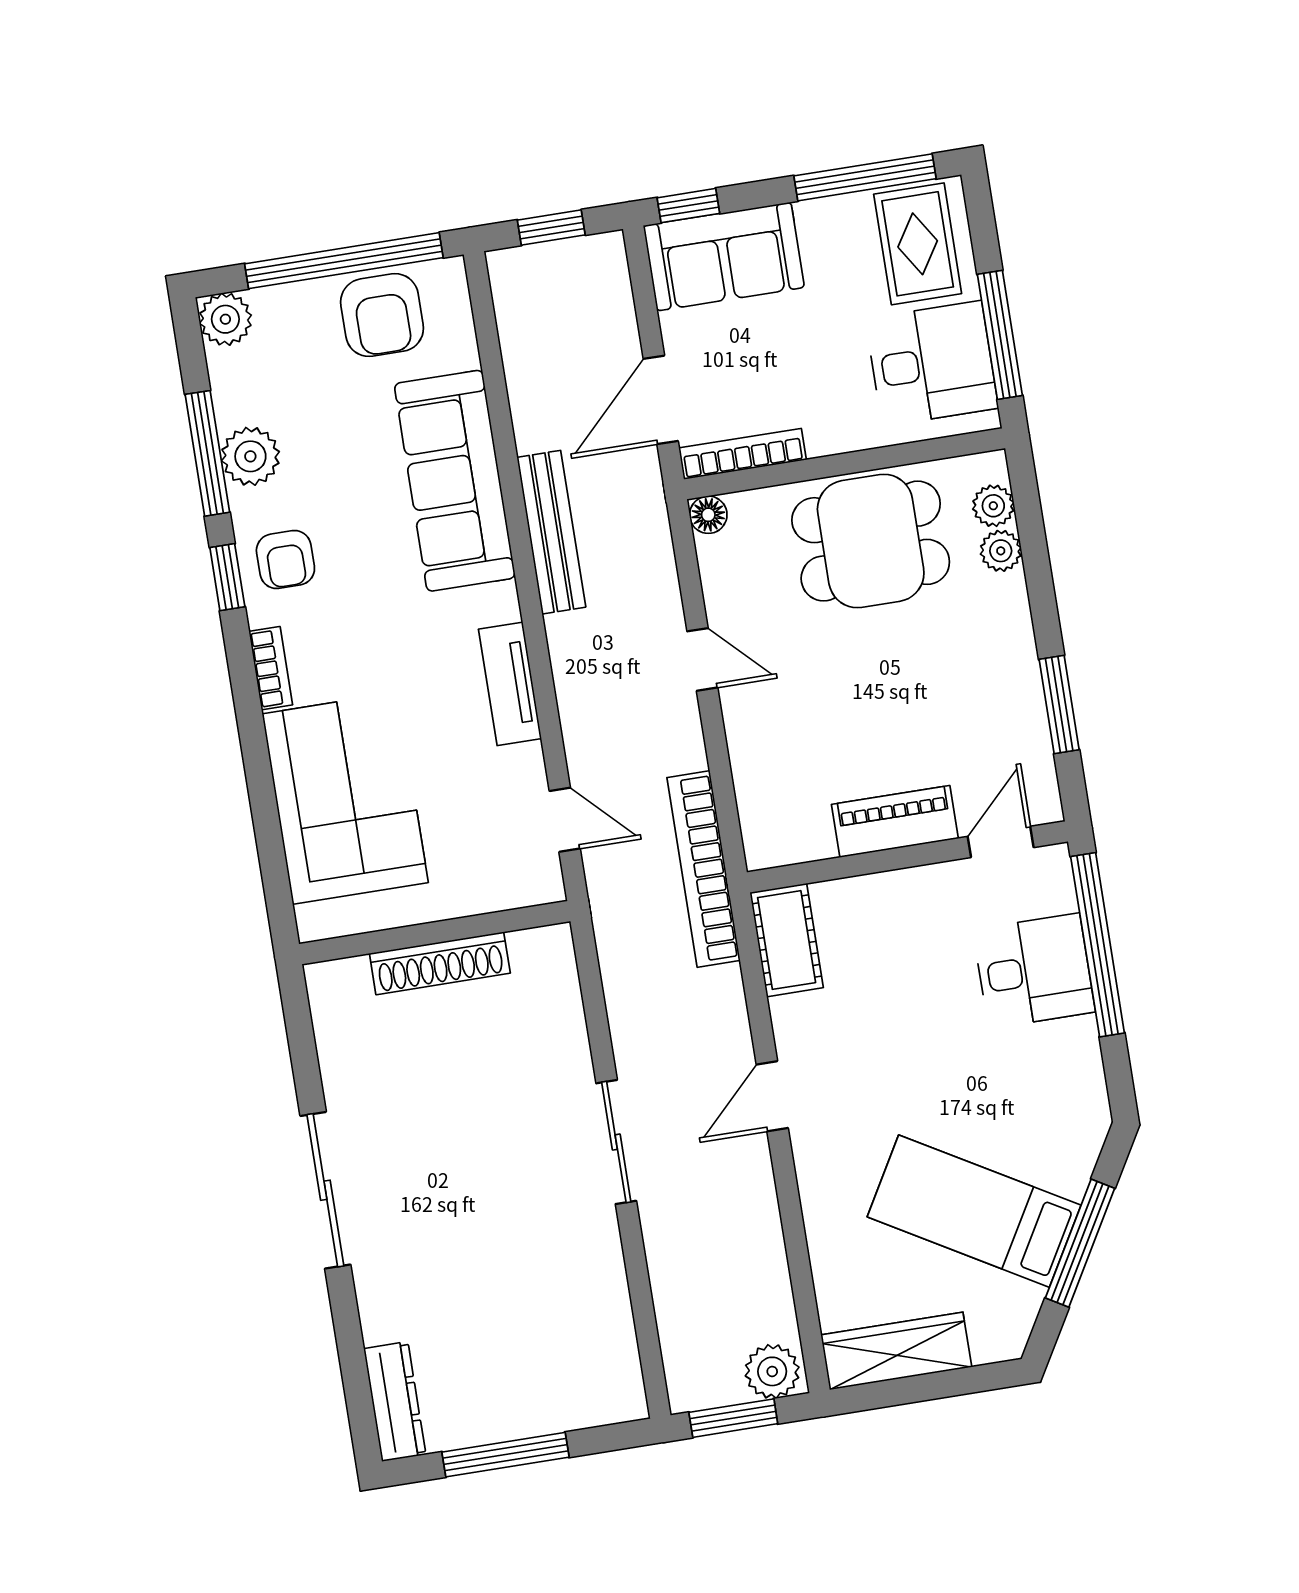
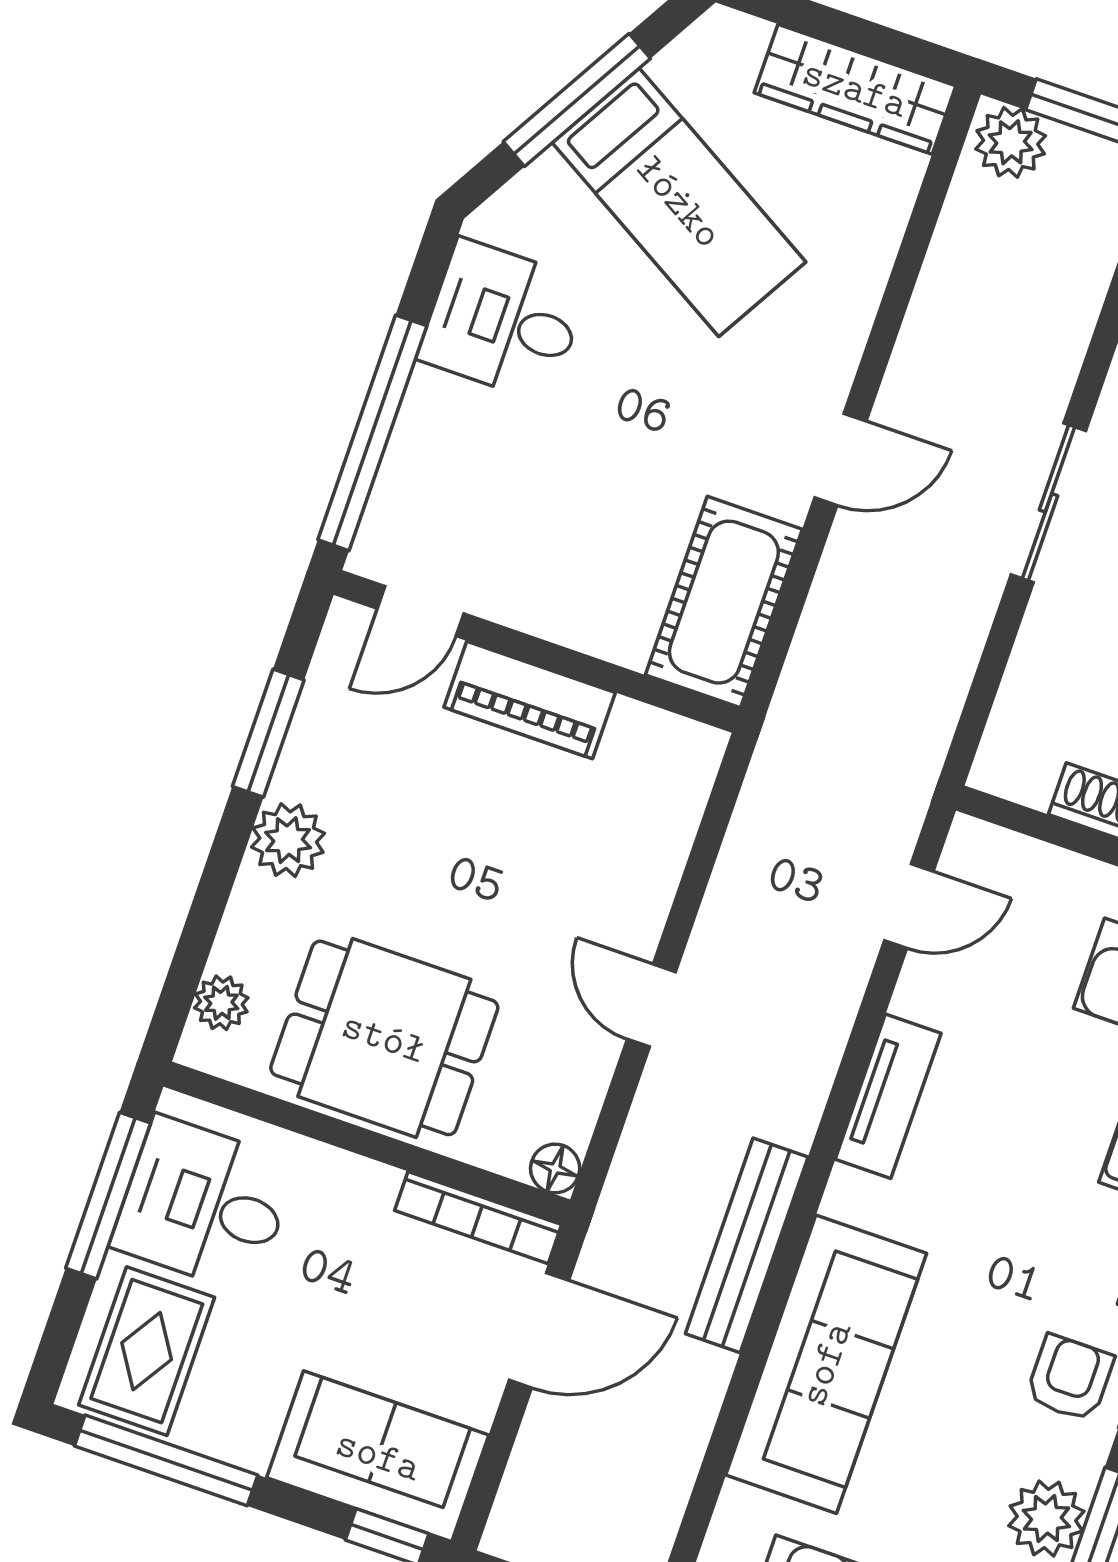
plant: (1001, 551) -> (288, 840), moved, width x1.38, depth x1.38
door: (565, 820) -> (909, 906), swing flipped
bookcase: (704, 869) -> (779, 763), removed
cot: (787, 940) -> (724, 602), width x1.37, depth x1.34
desk: (1034, 971) -> (504, 321), moved

